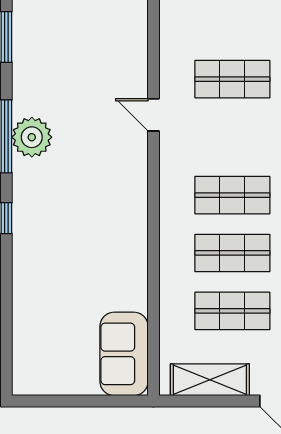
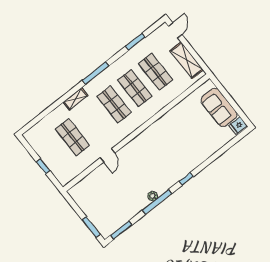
plant: (32, 137) -> (153, 196), width x0.53, depth x0.53
sofa: (124, 354) -> (219, 107), moved, turned 90
fridge: (28, 380) -> (238, 125), added

